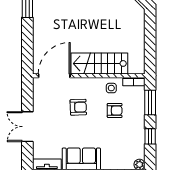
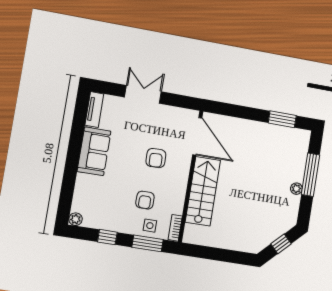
side table: (111, 88) -> (150, 226), moved

